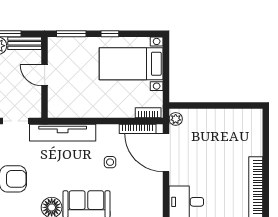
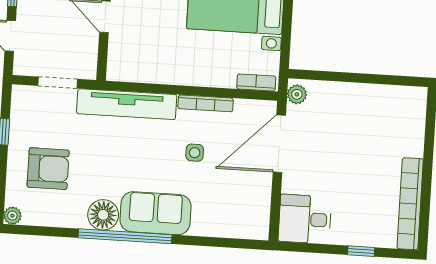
bookcase: (138, 129) -> (206, 103), moved
door: (166, 153) -> (279, 144), hinge flipped

